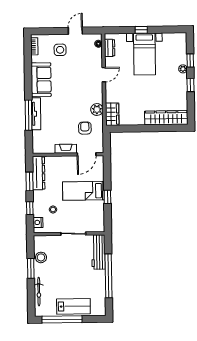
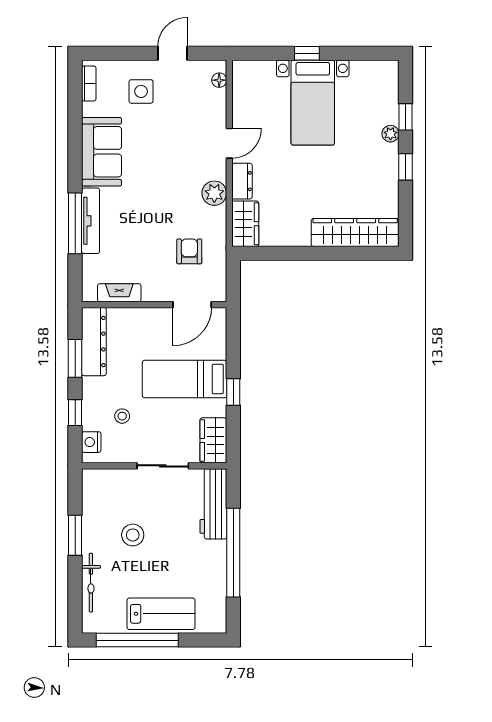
dresser: (110, 48) -> (242, 181), moved
plant: (97, 110) -> (214, 193), moved
fireplace: (66, 149) -> (119, 293), moved
wardrobe: (98, 221) -> (213, 440), added
stool: (41, 257) -> (133, 535), moved

